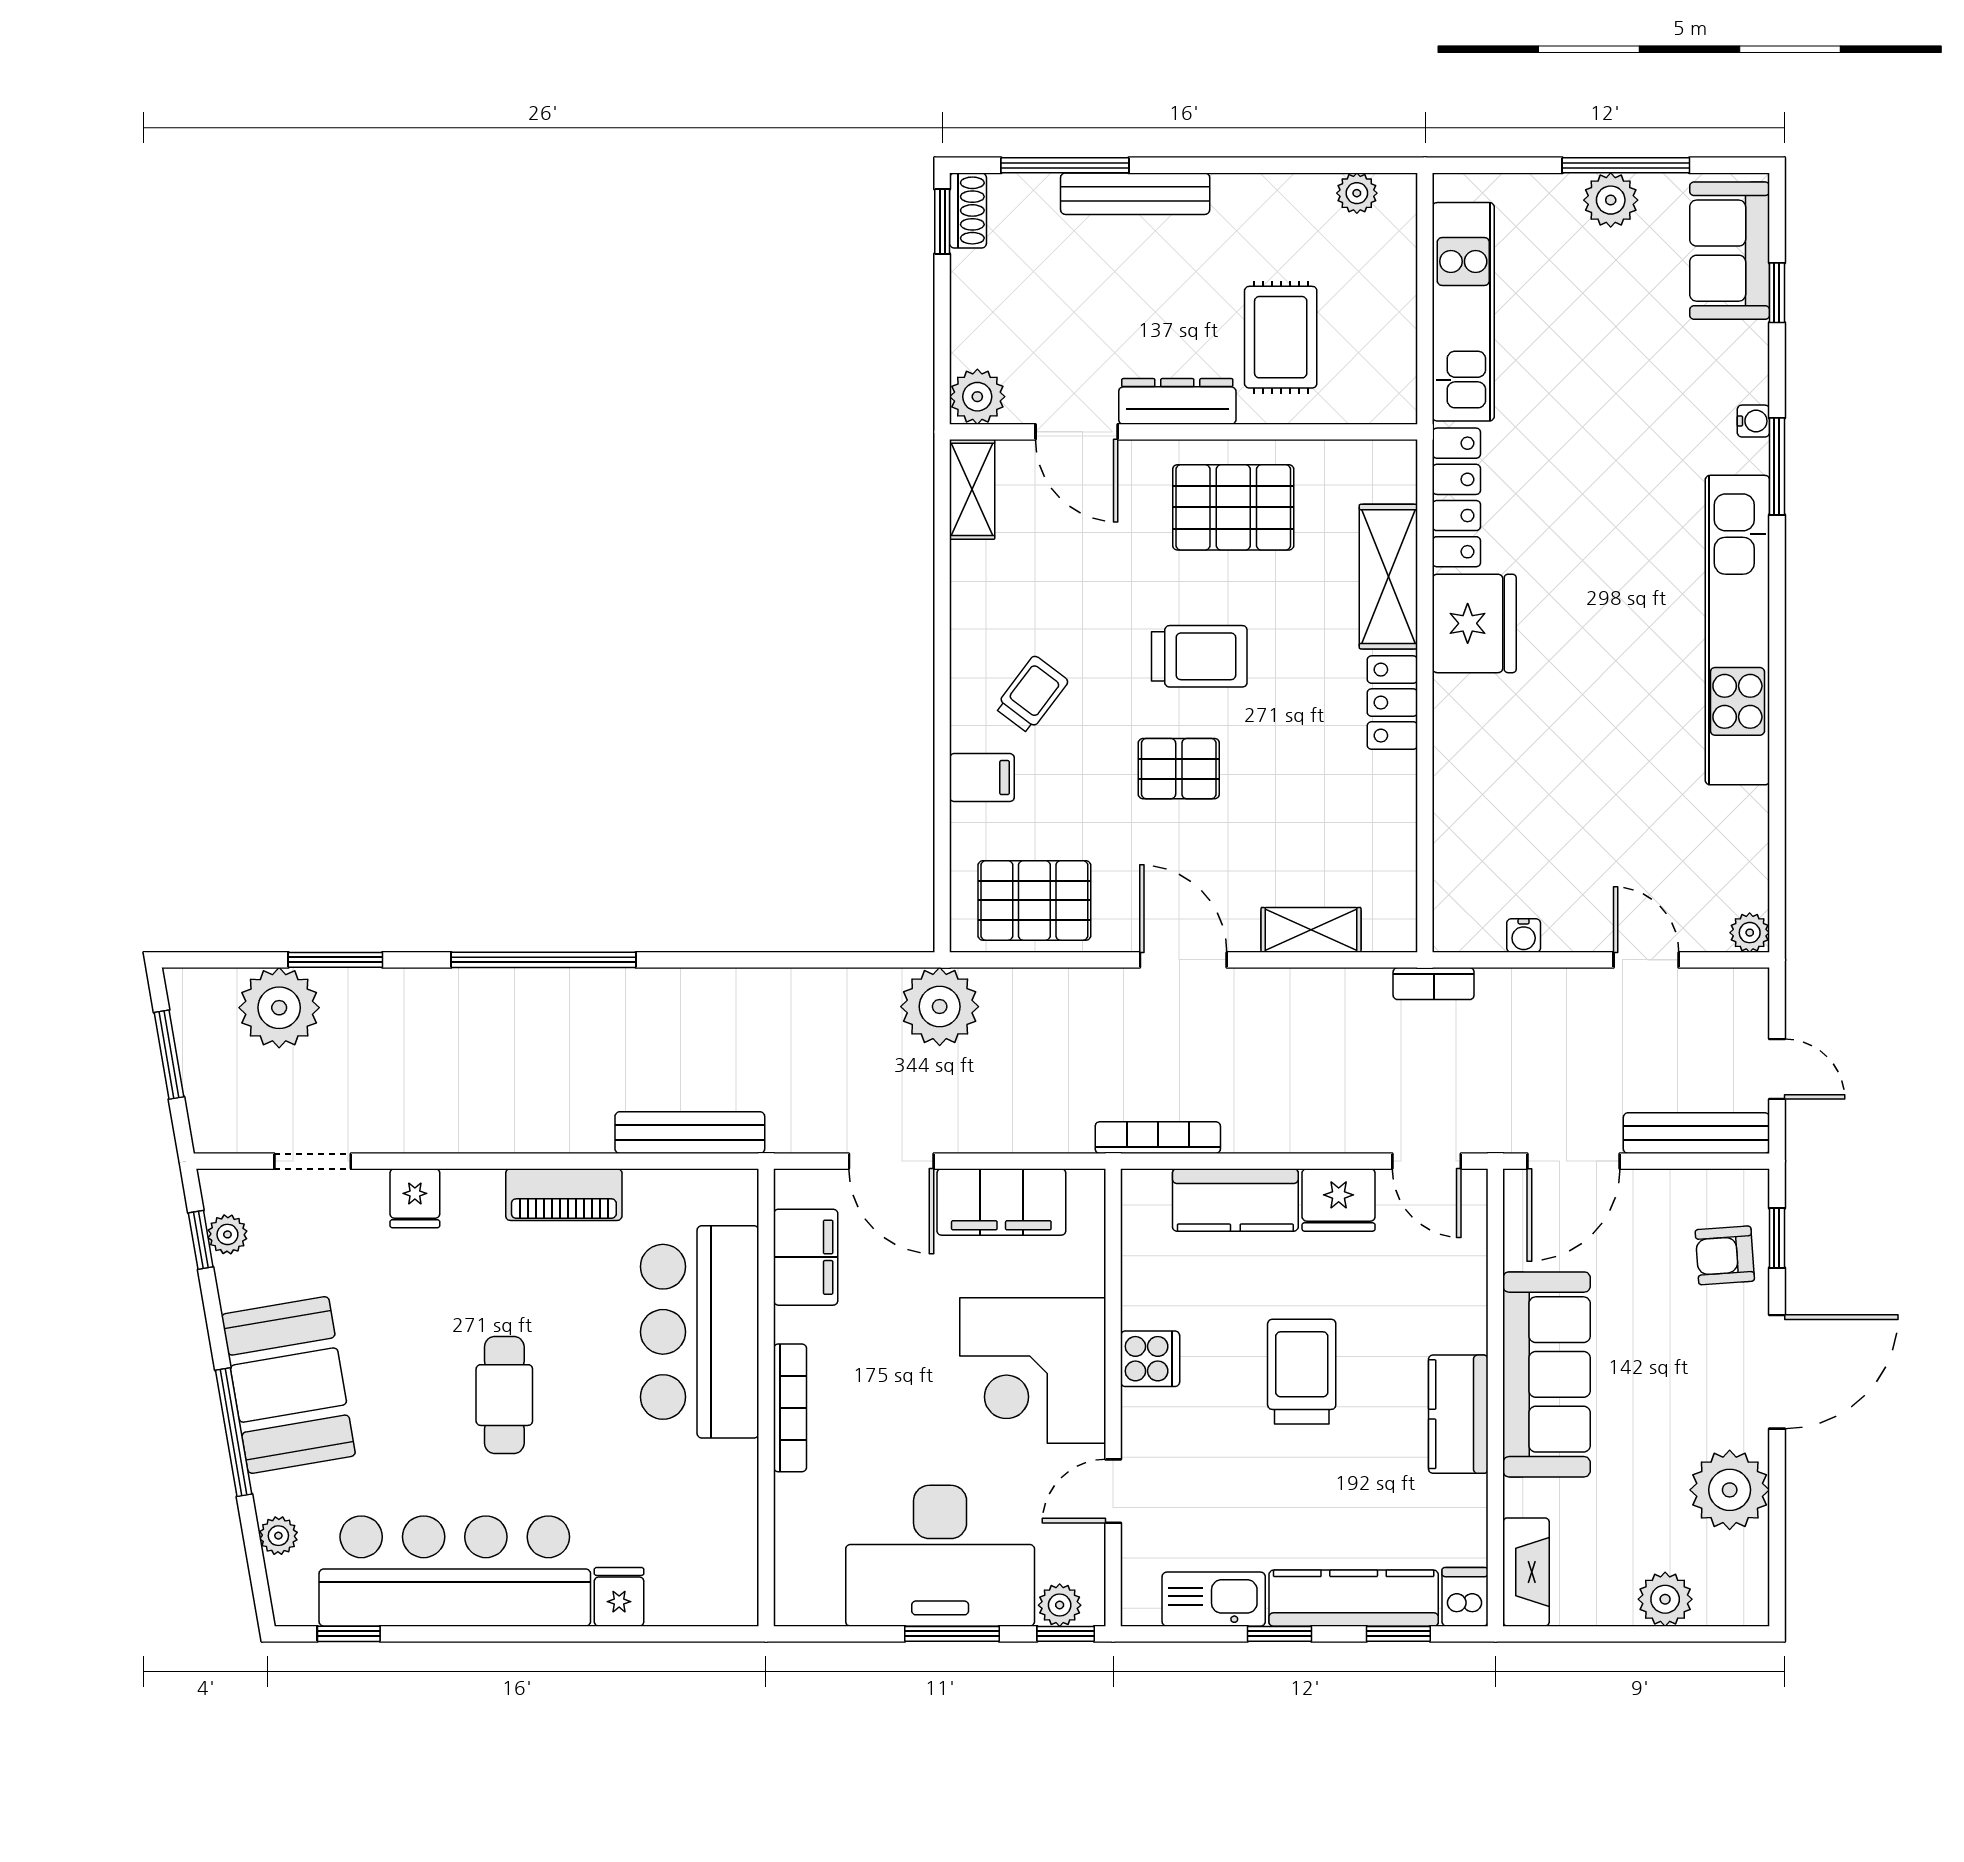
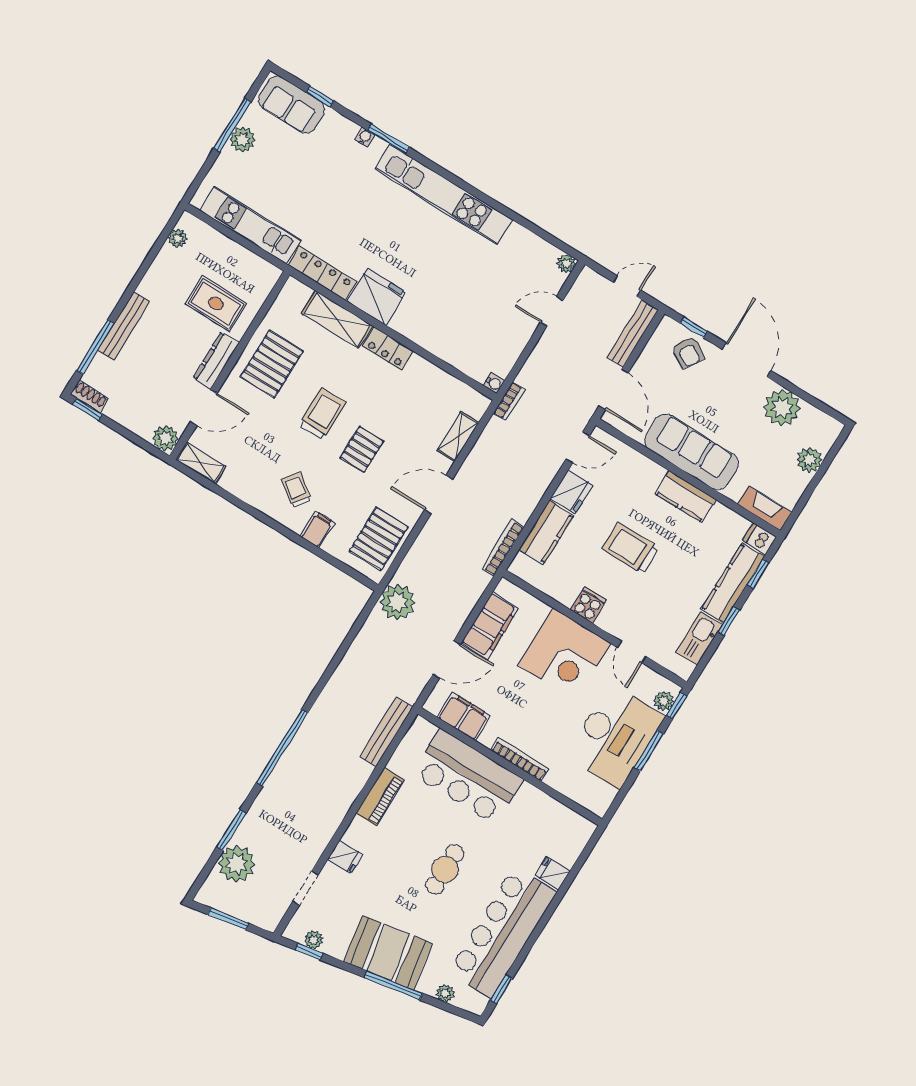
water cooler: (1524, 936) -> (494, 383), moved
armchair: (1725, 1255) -> (688, 352), turned -53
cafe table: (504, 1395) -> (445, 869), turned 90

